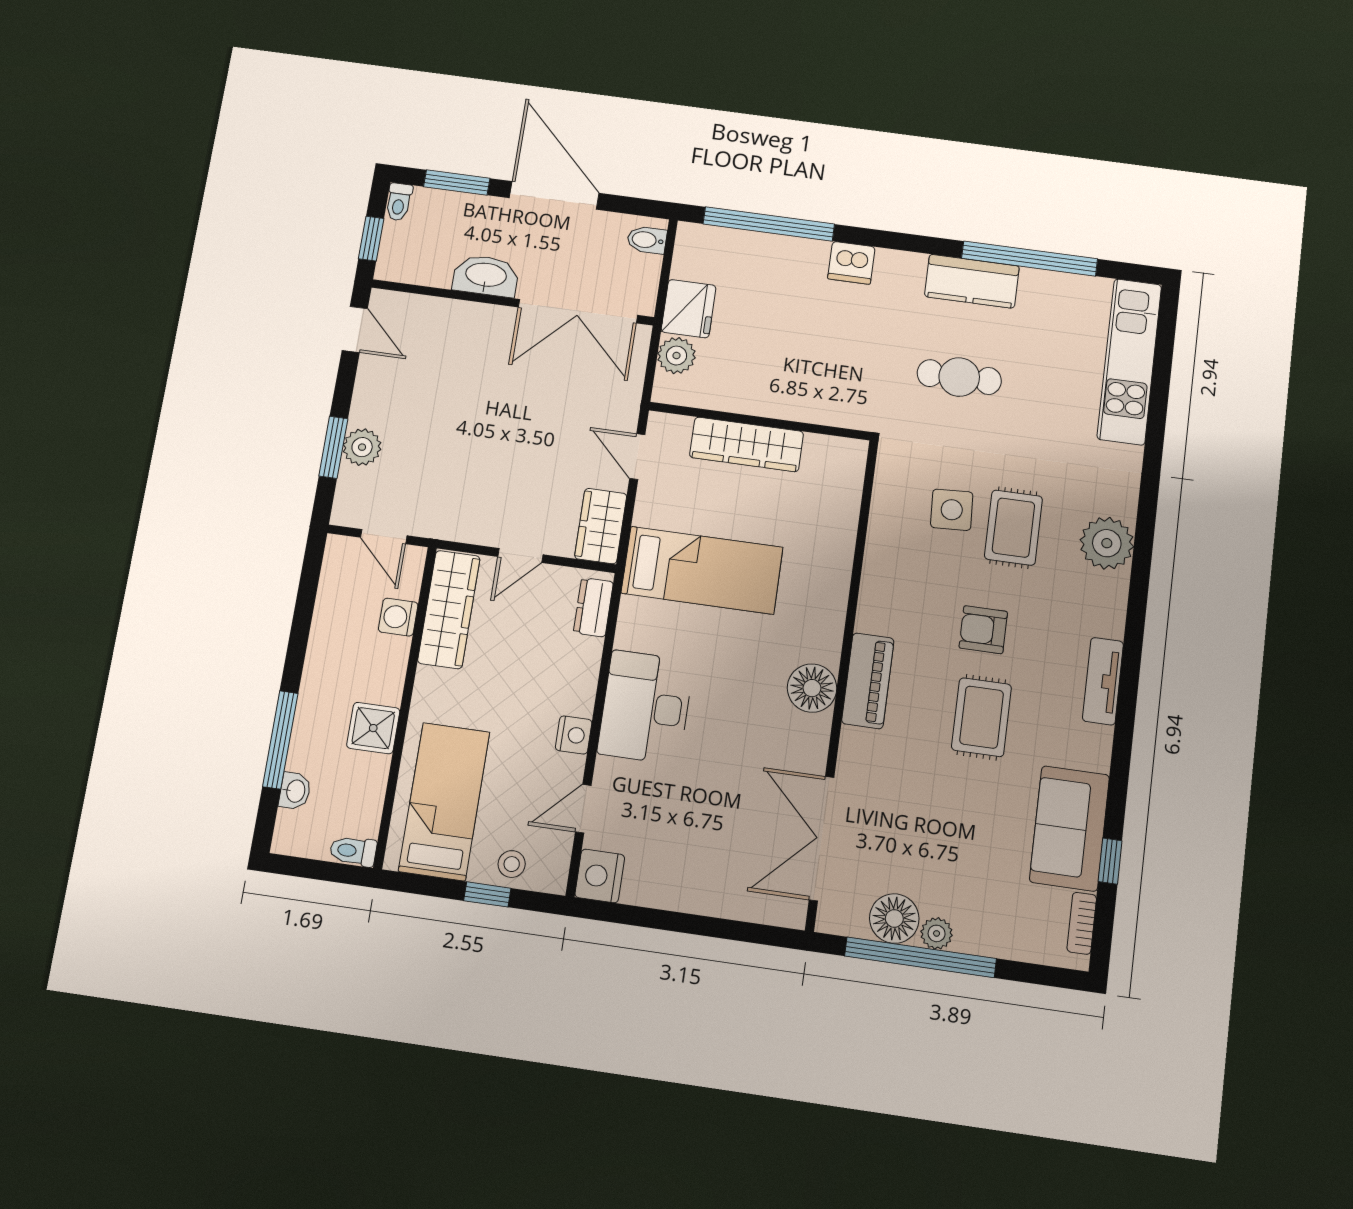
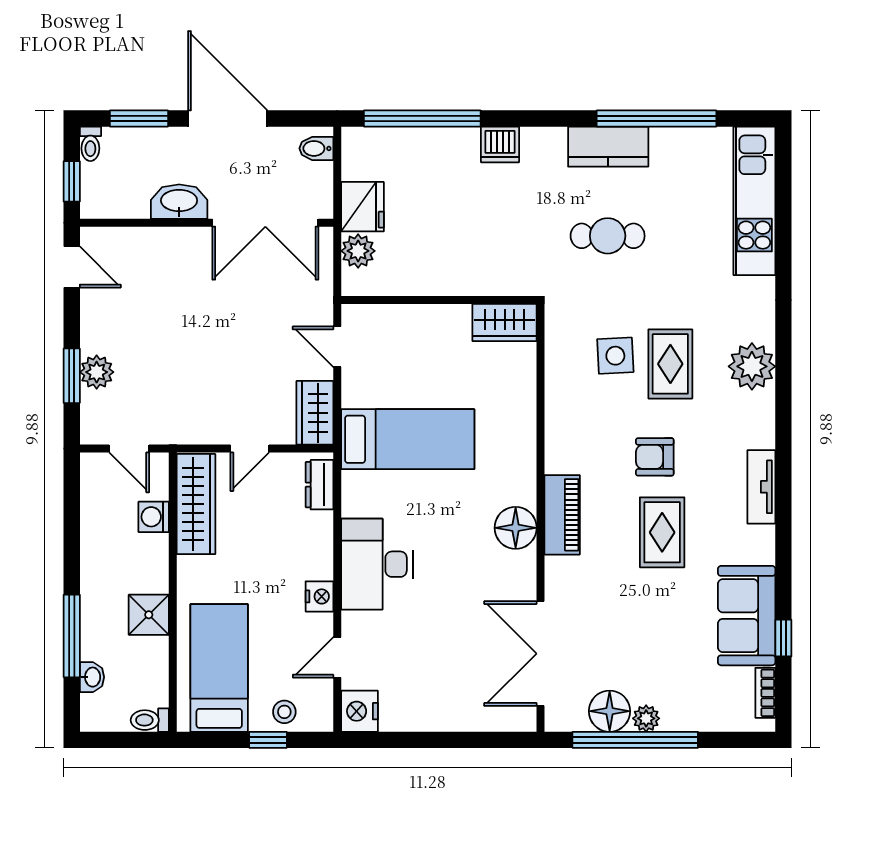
wardrobe: (747, 444) -> (505, 323), moved, width x0.67

